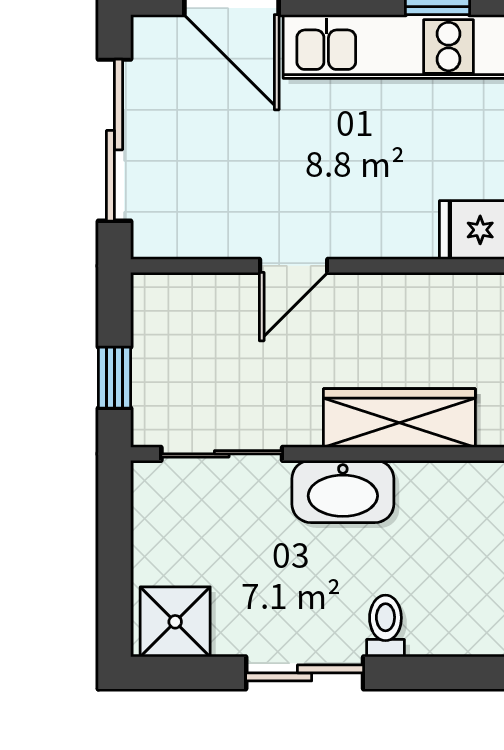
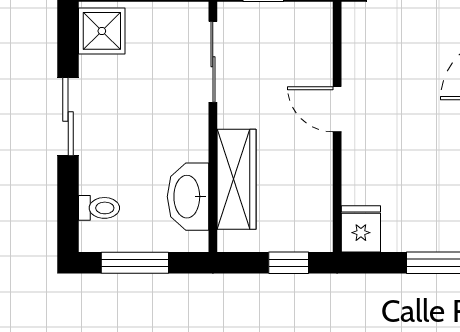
washbasin: (343, 491) -> (188, 197), moved
toilet: (385, 626) -> (99, 208), moved

